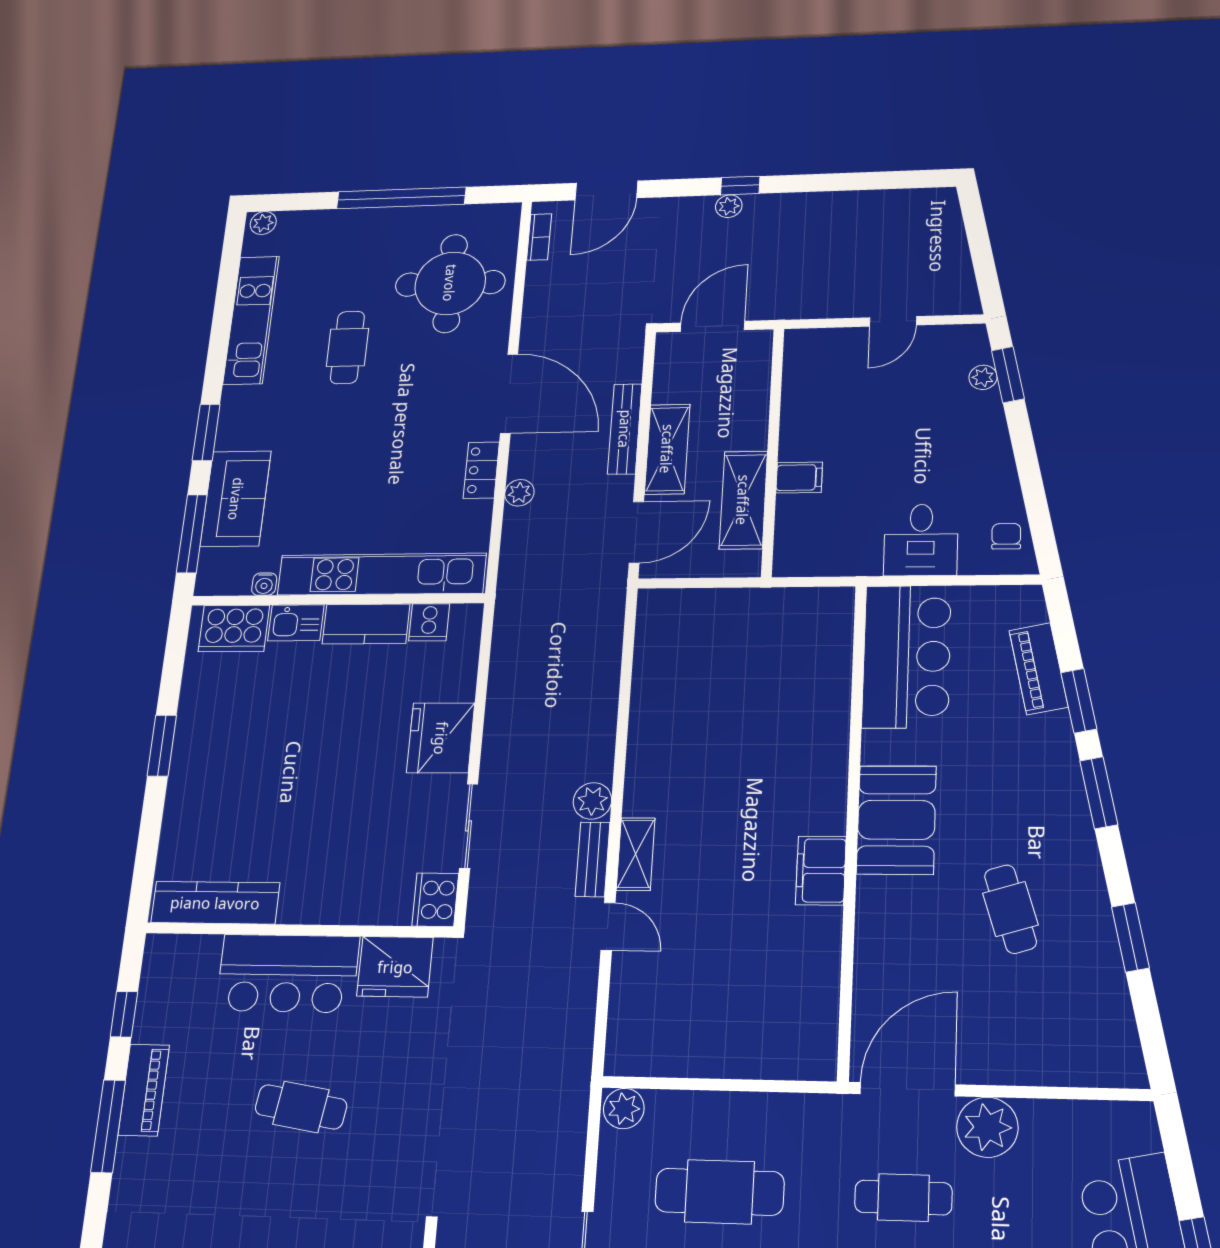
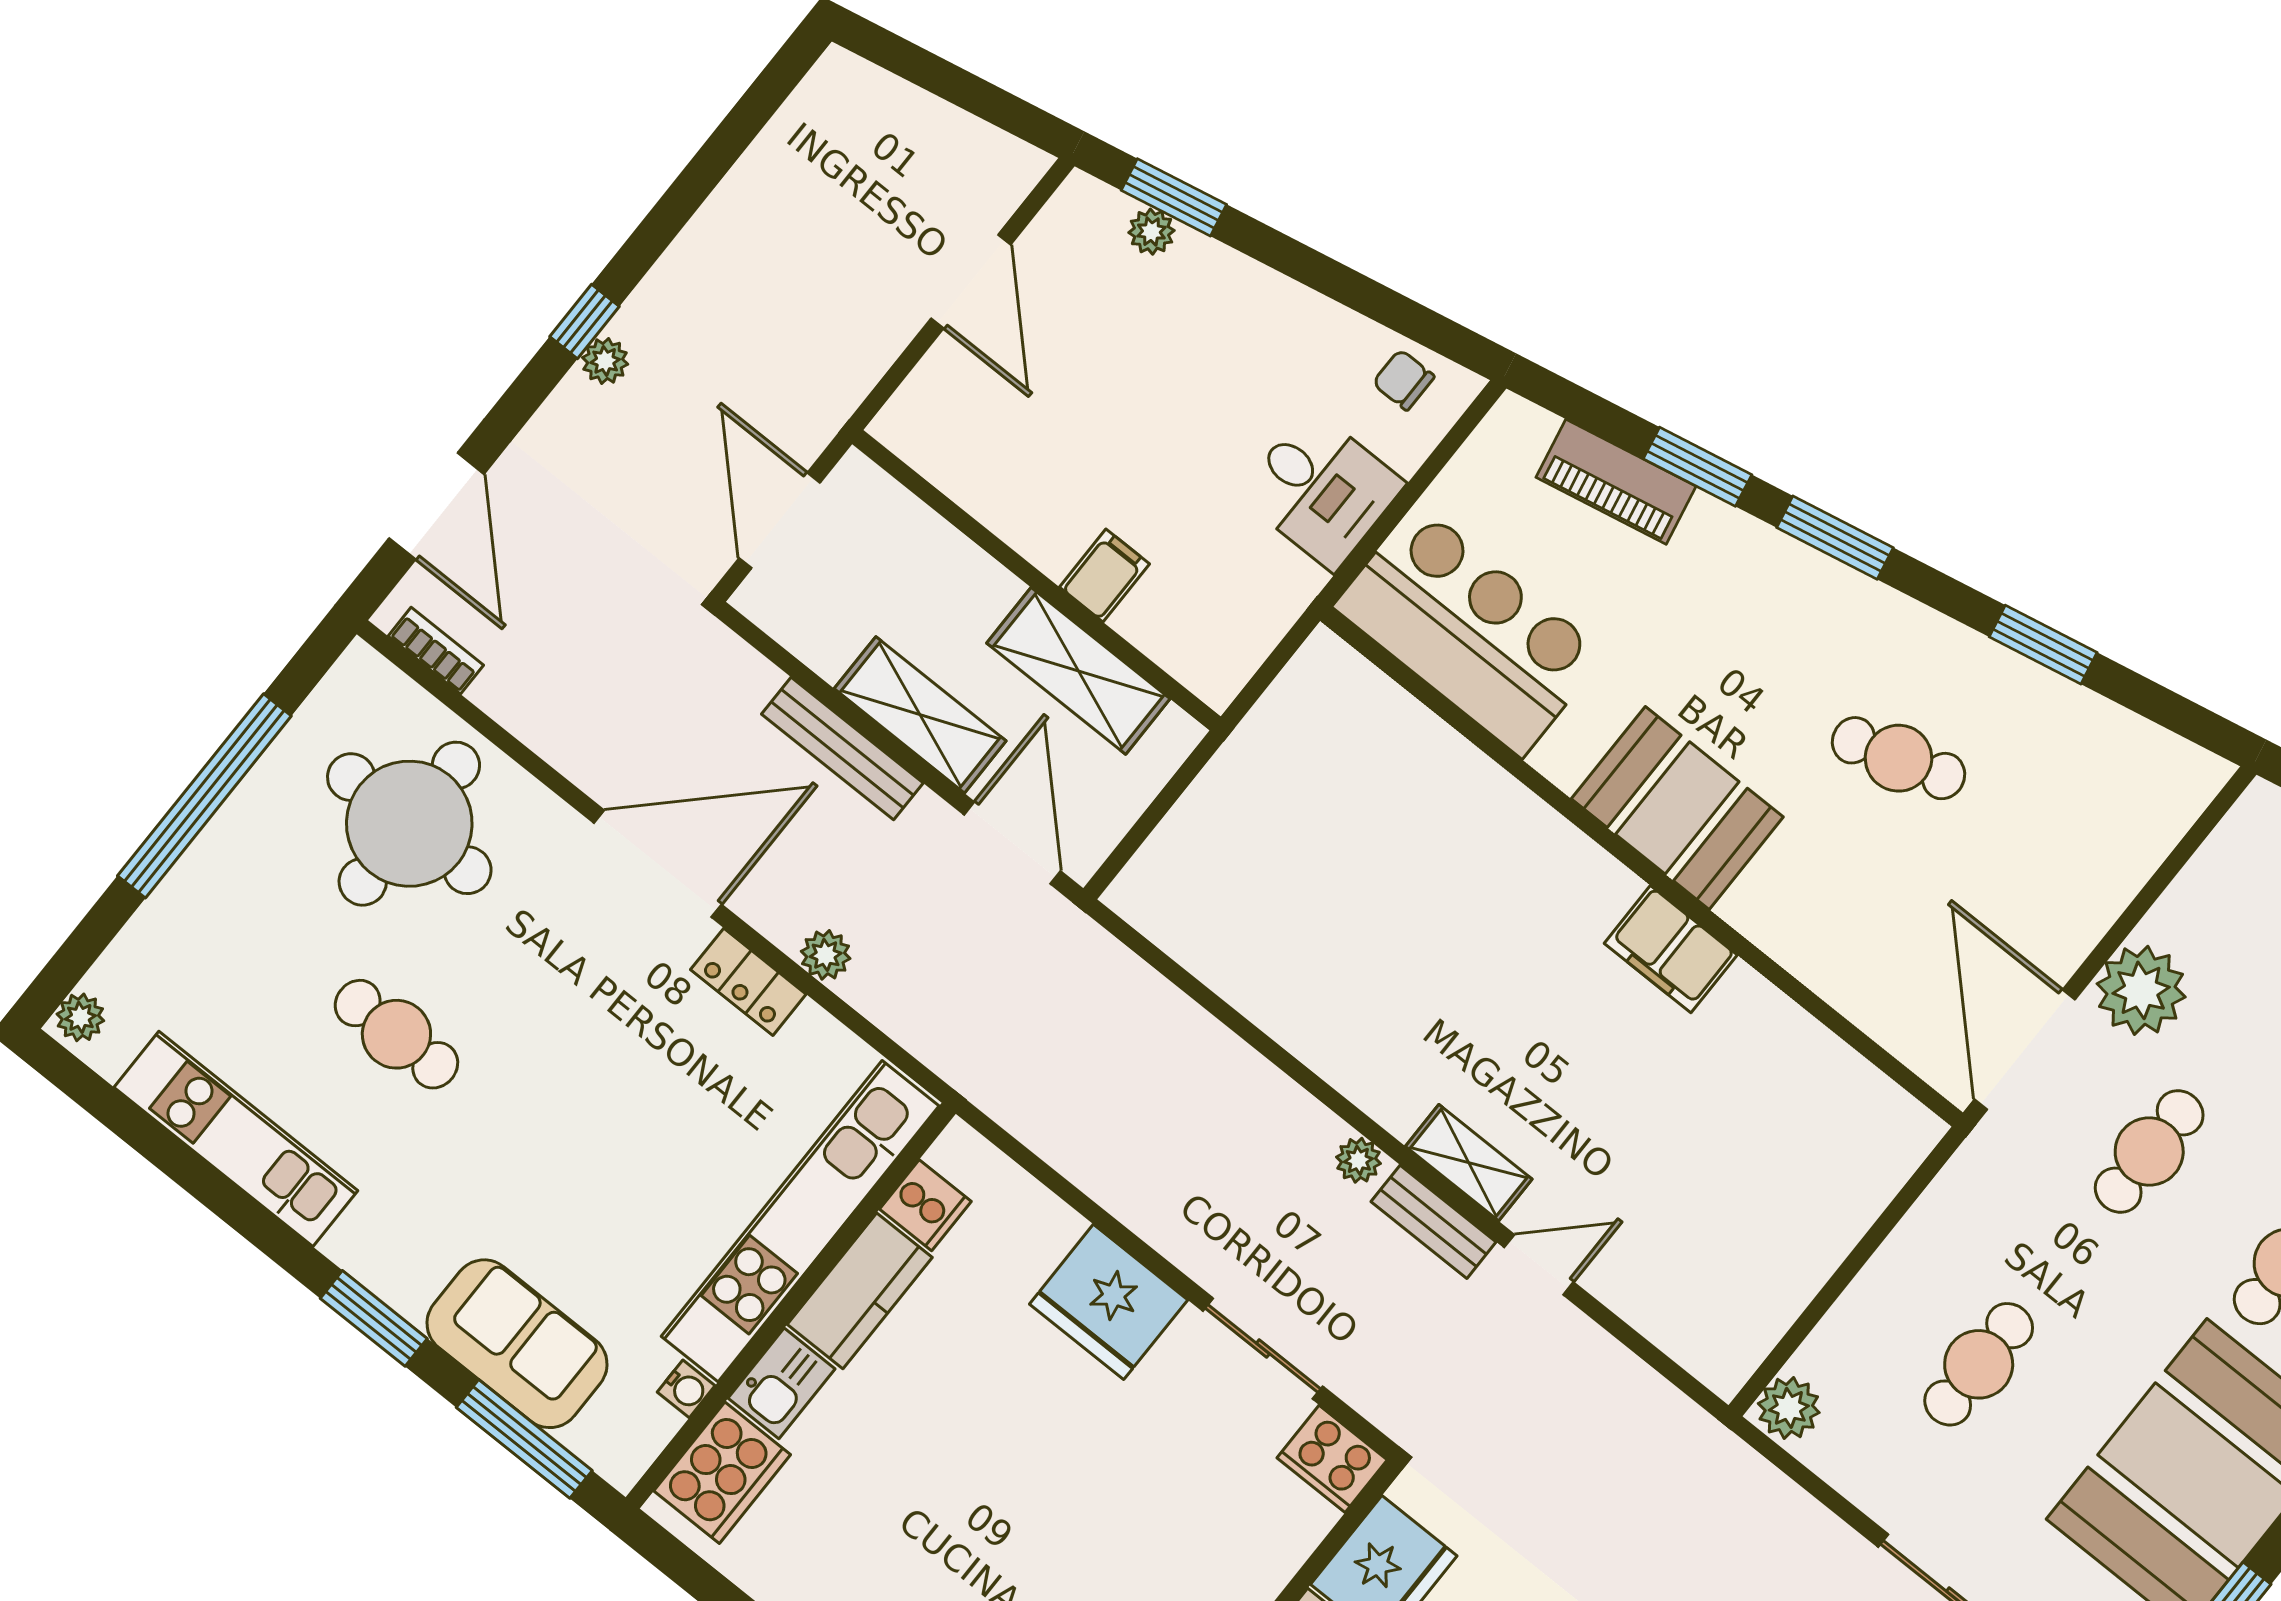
door: (893, 321) -> (971, 281), width x1.38
plant: (592, 801) -> (1358, 1160), width x0.73, depth x0.73
cafe table: (719, 1192) -> (1979, 1364), width x0.73, depth x0.74

